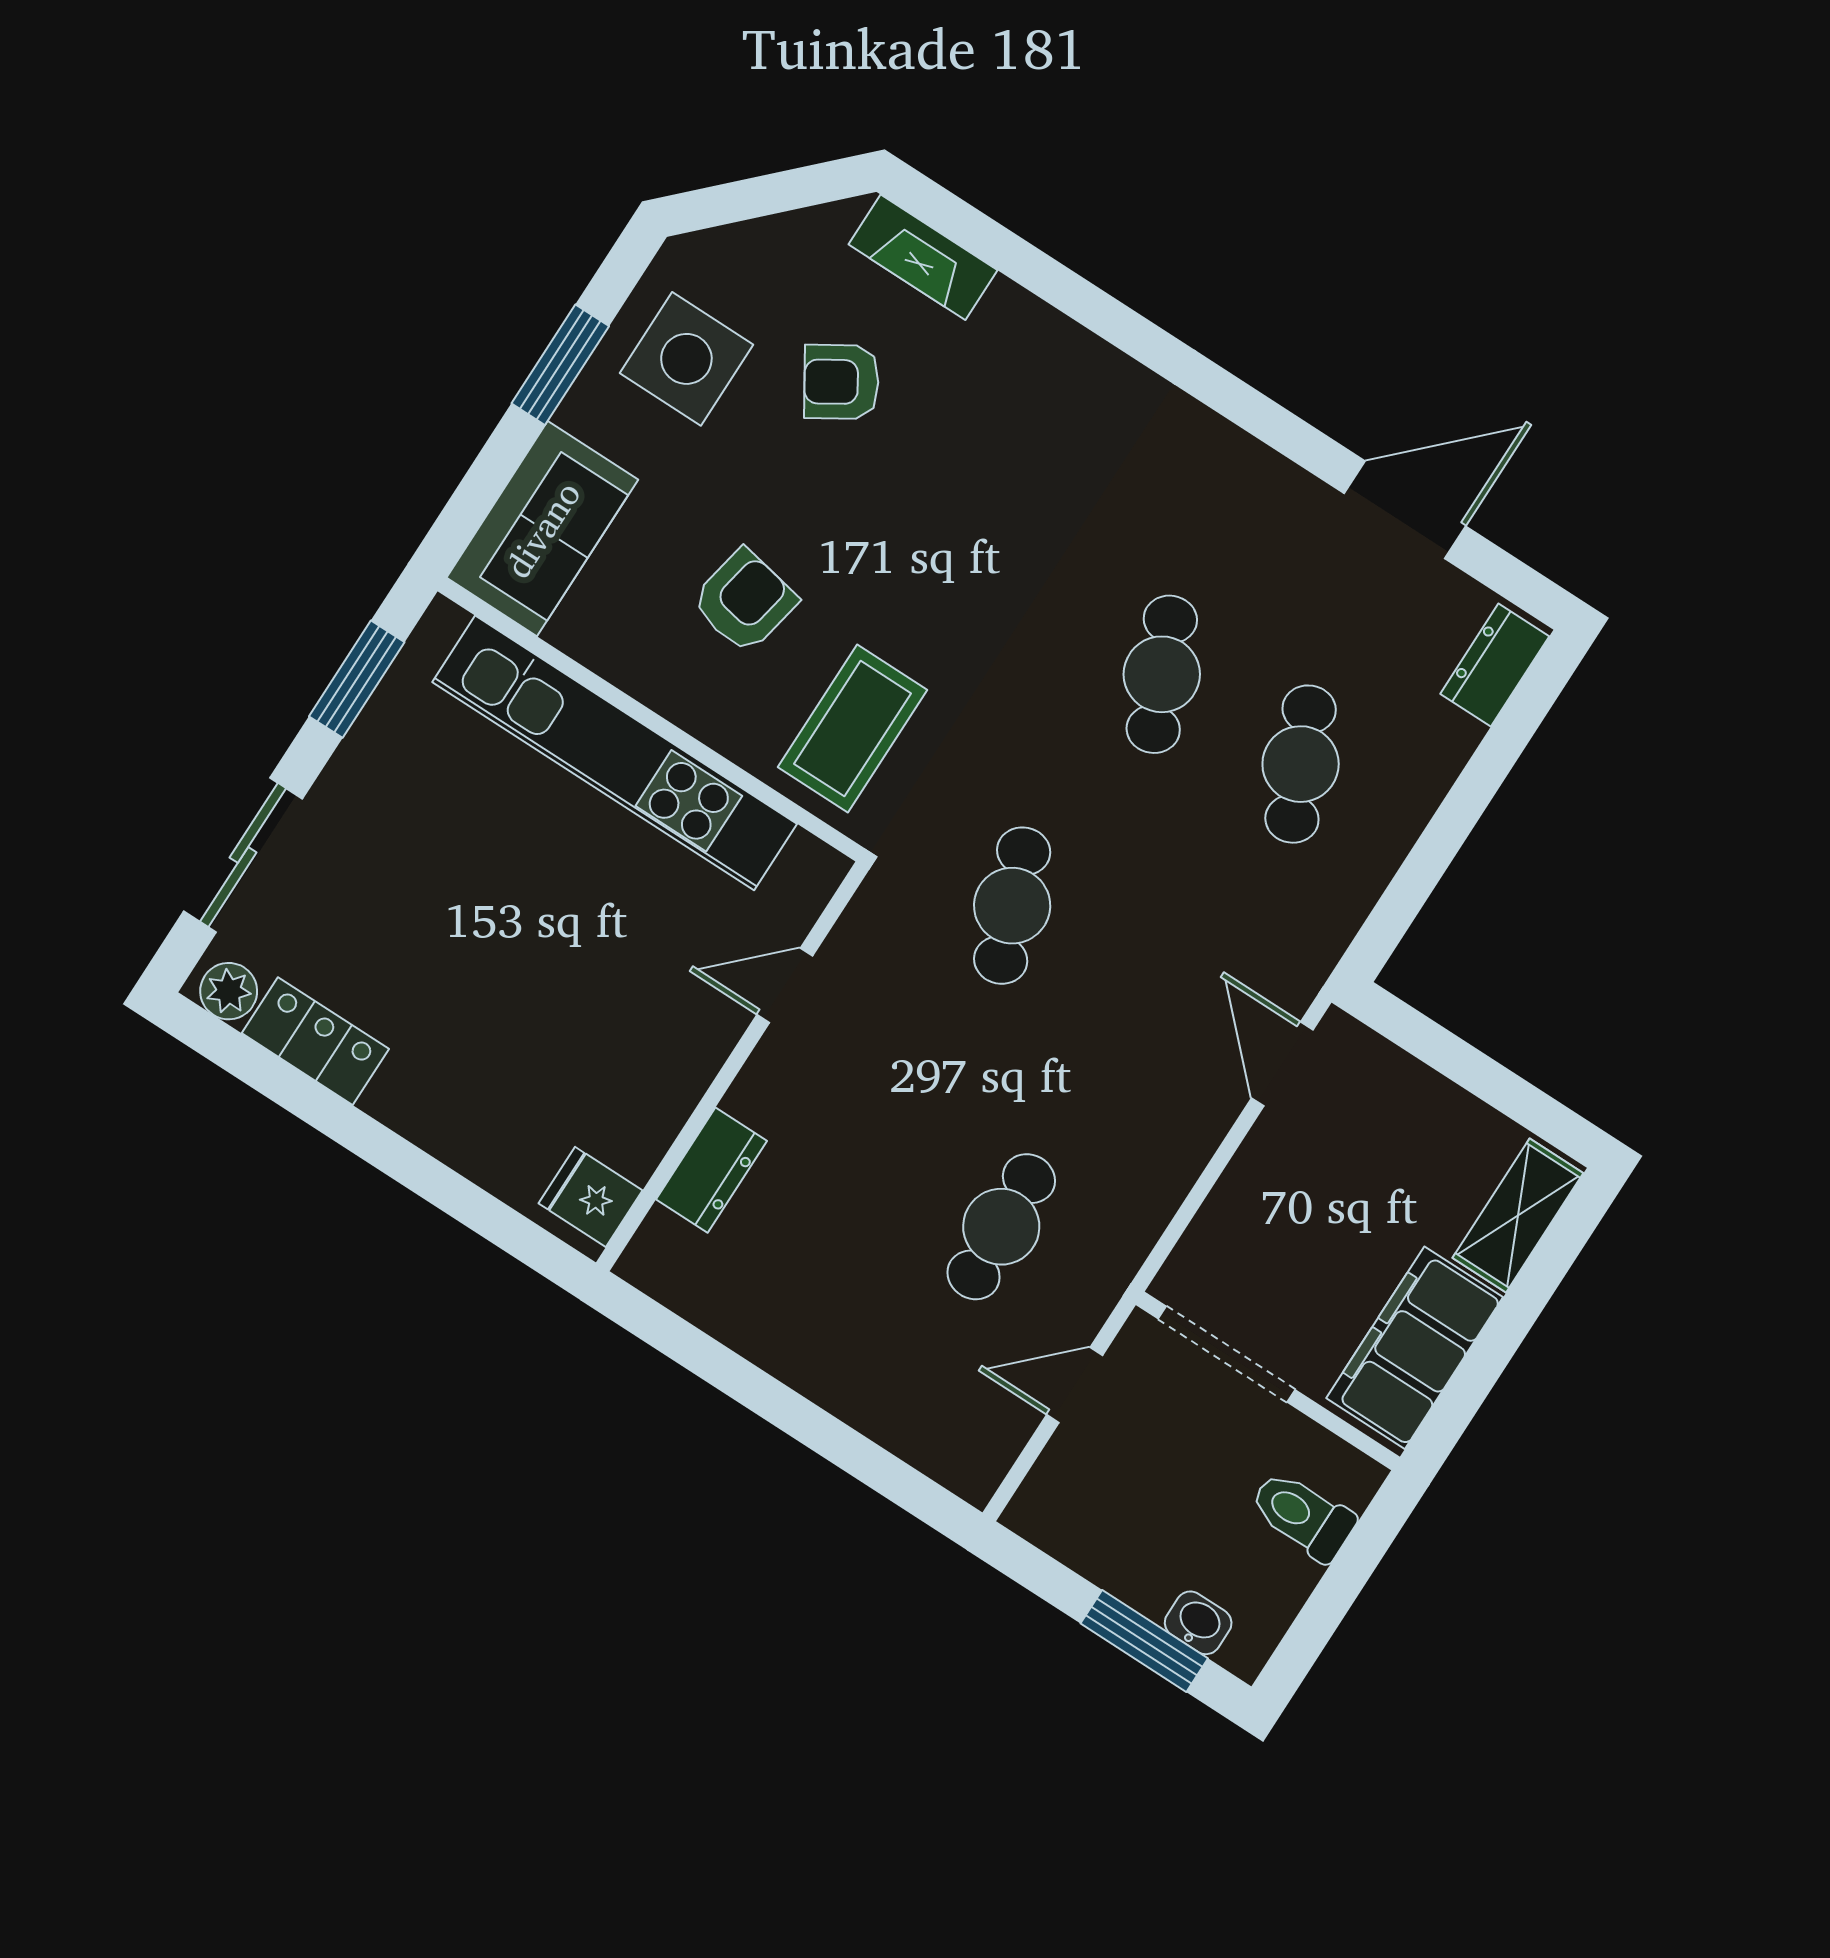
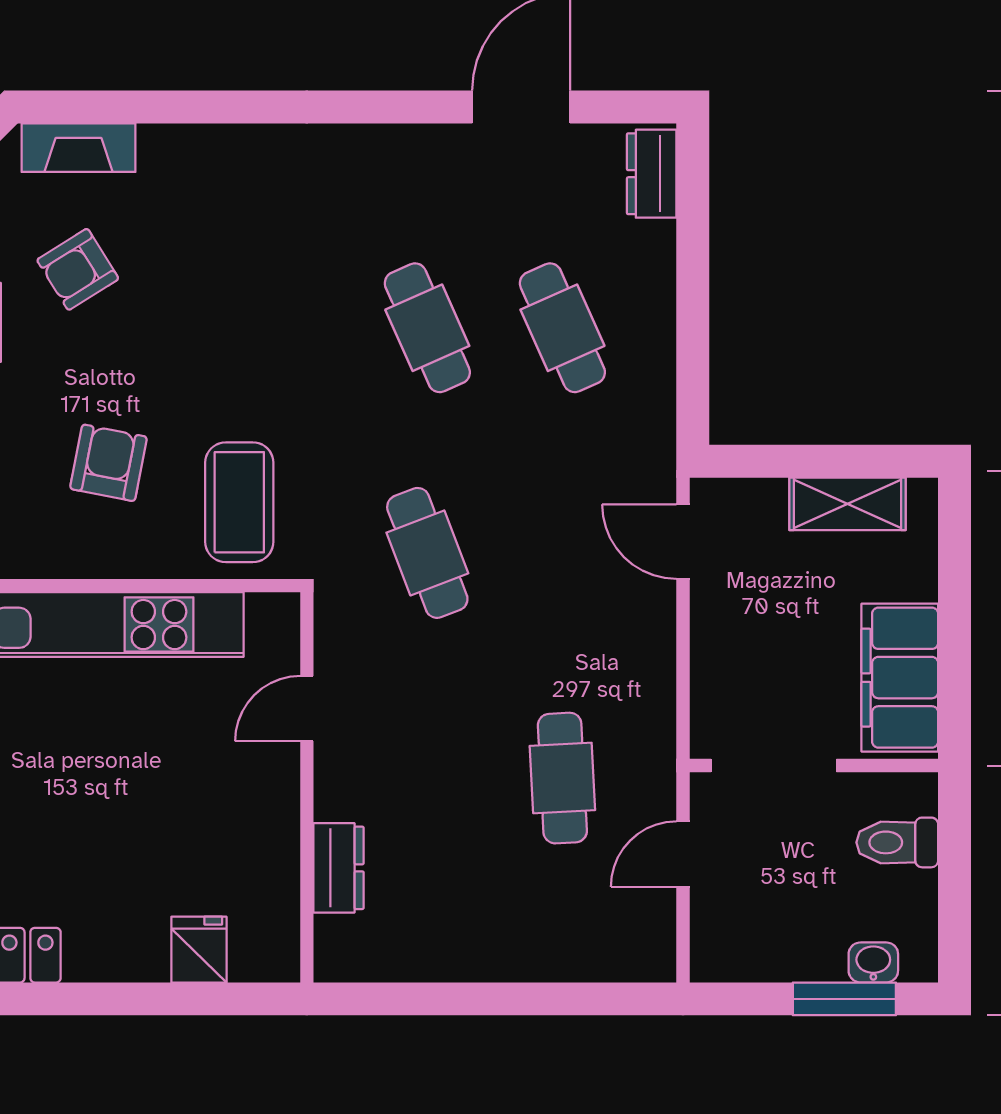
fridge: (590, 1197) -> (199, 950), moved, turned 90
shelving: (1518, 1216) -> (847, 504), moved, turned 90

